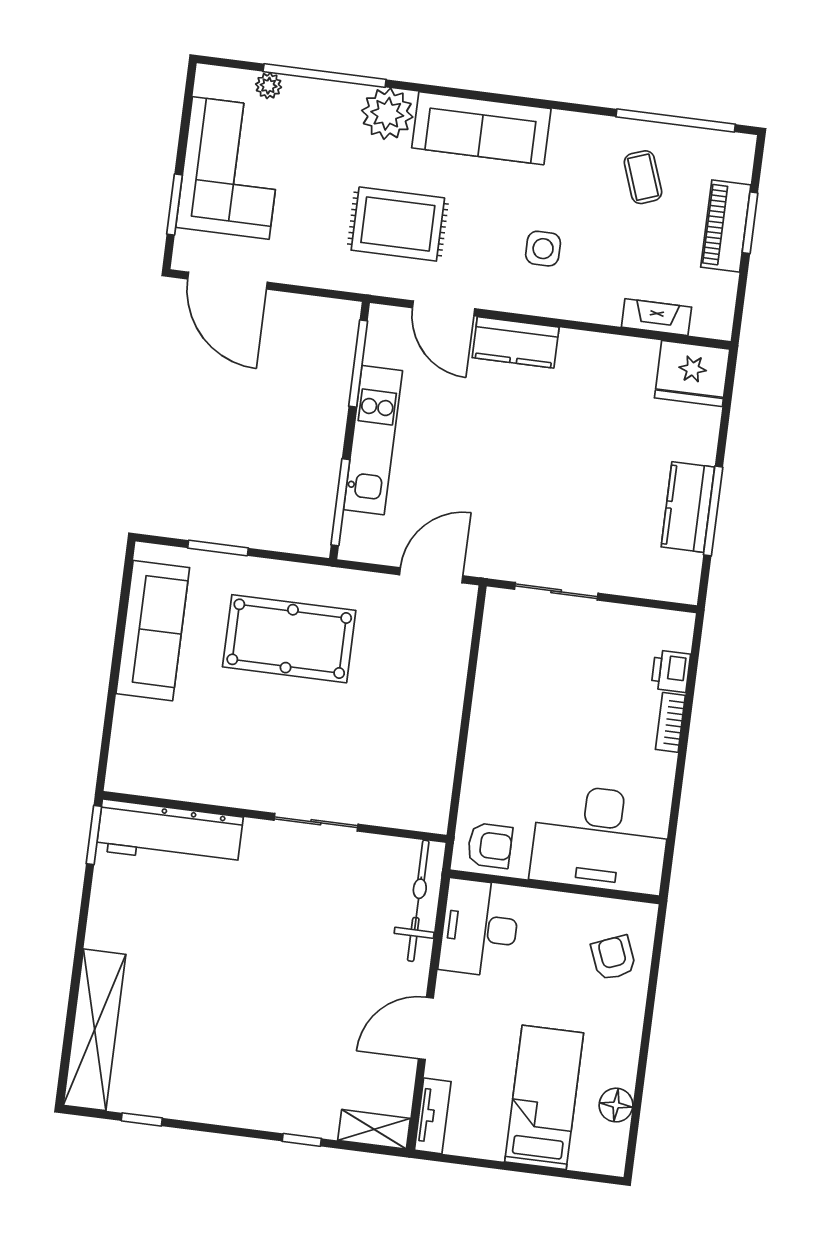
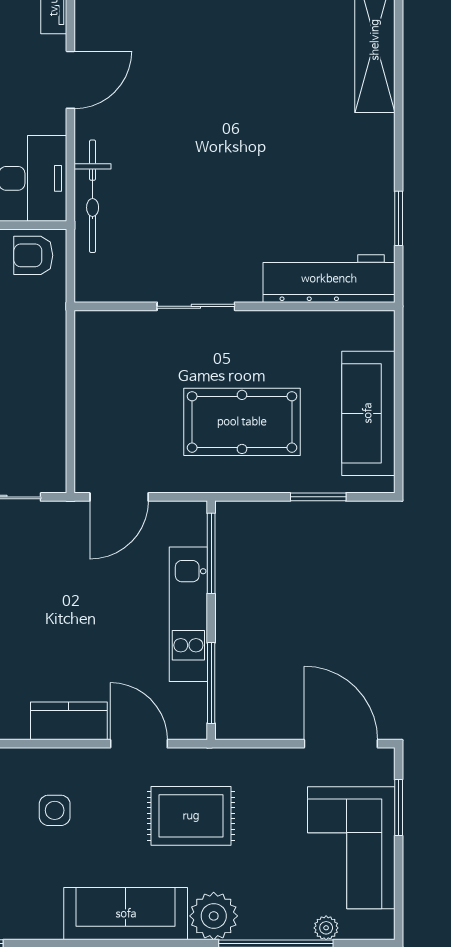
wall: (275, 817) -> (234, 306), moved
sliding door: (316, 822) -> (196, 306), moved
workbench: (170, 834) -> (329, 279), moved

